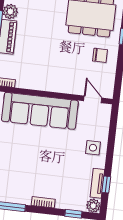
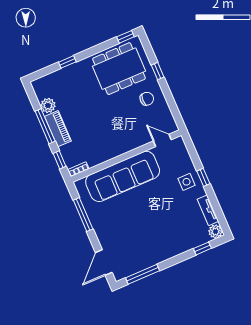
window: (106, 185) -> (203, 177), moved
bookcase: (43, 202) -> (171, 253), removed

